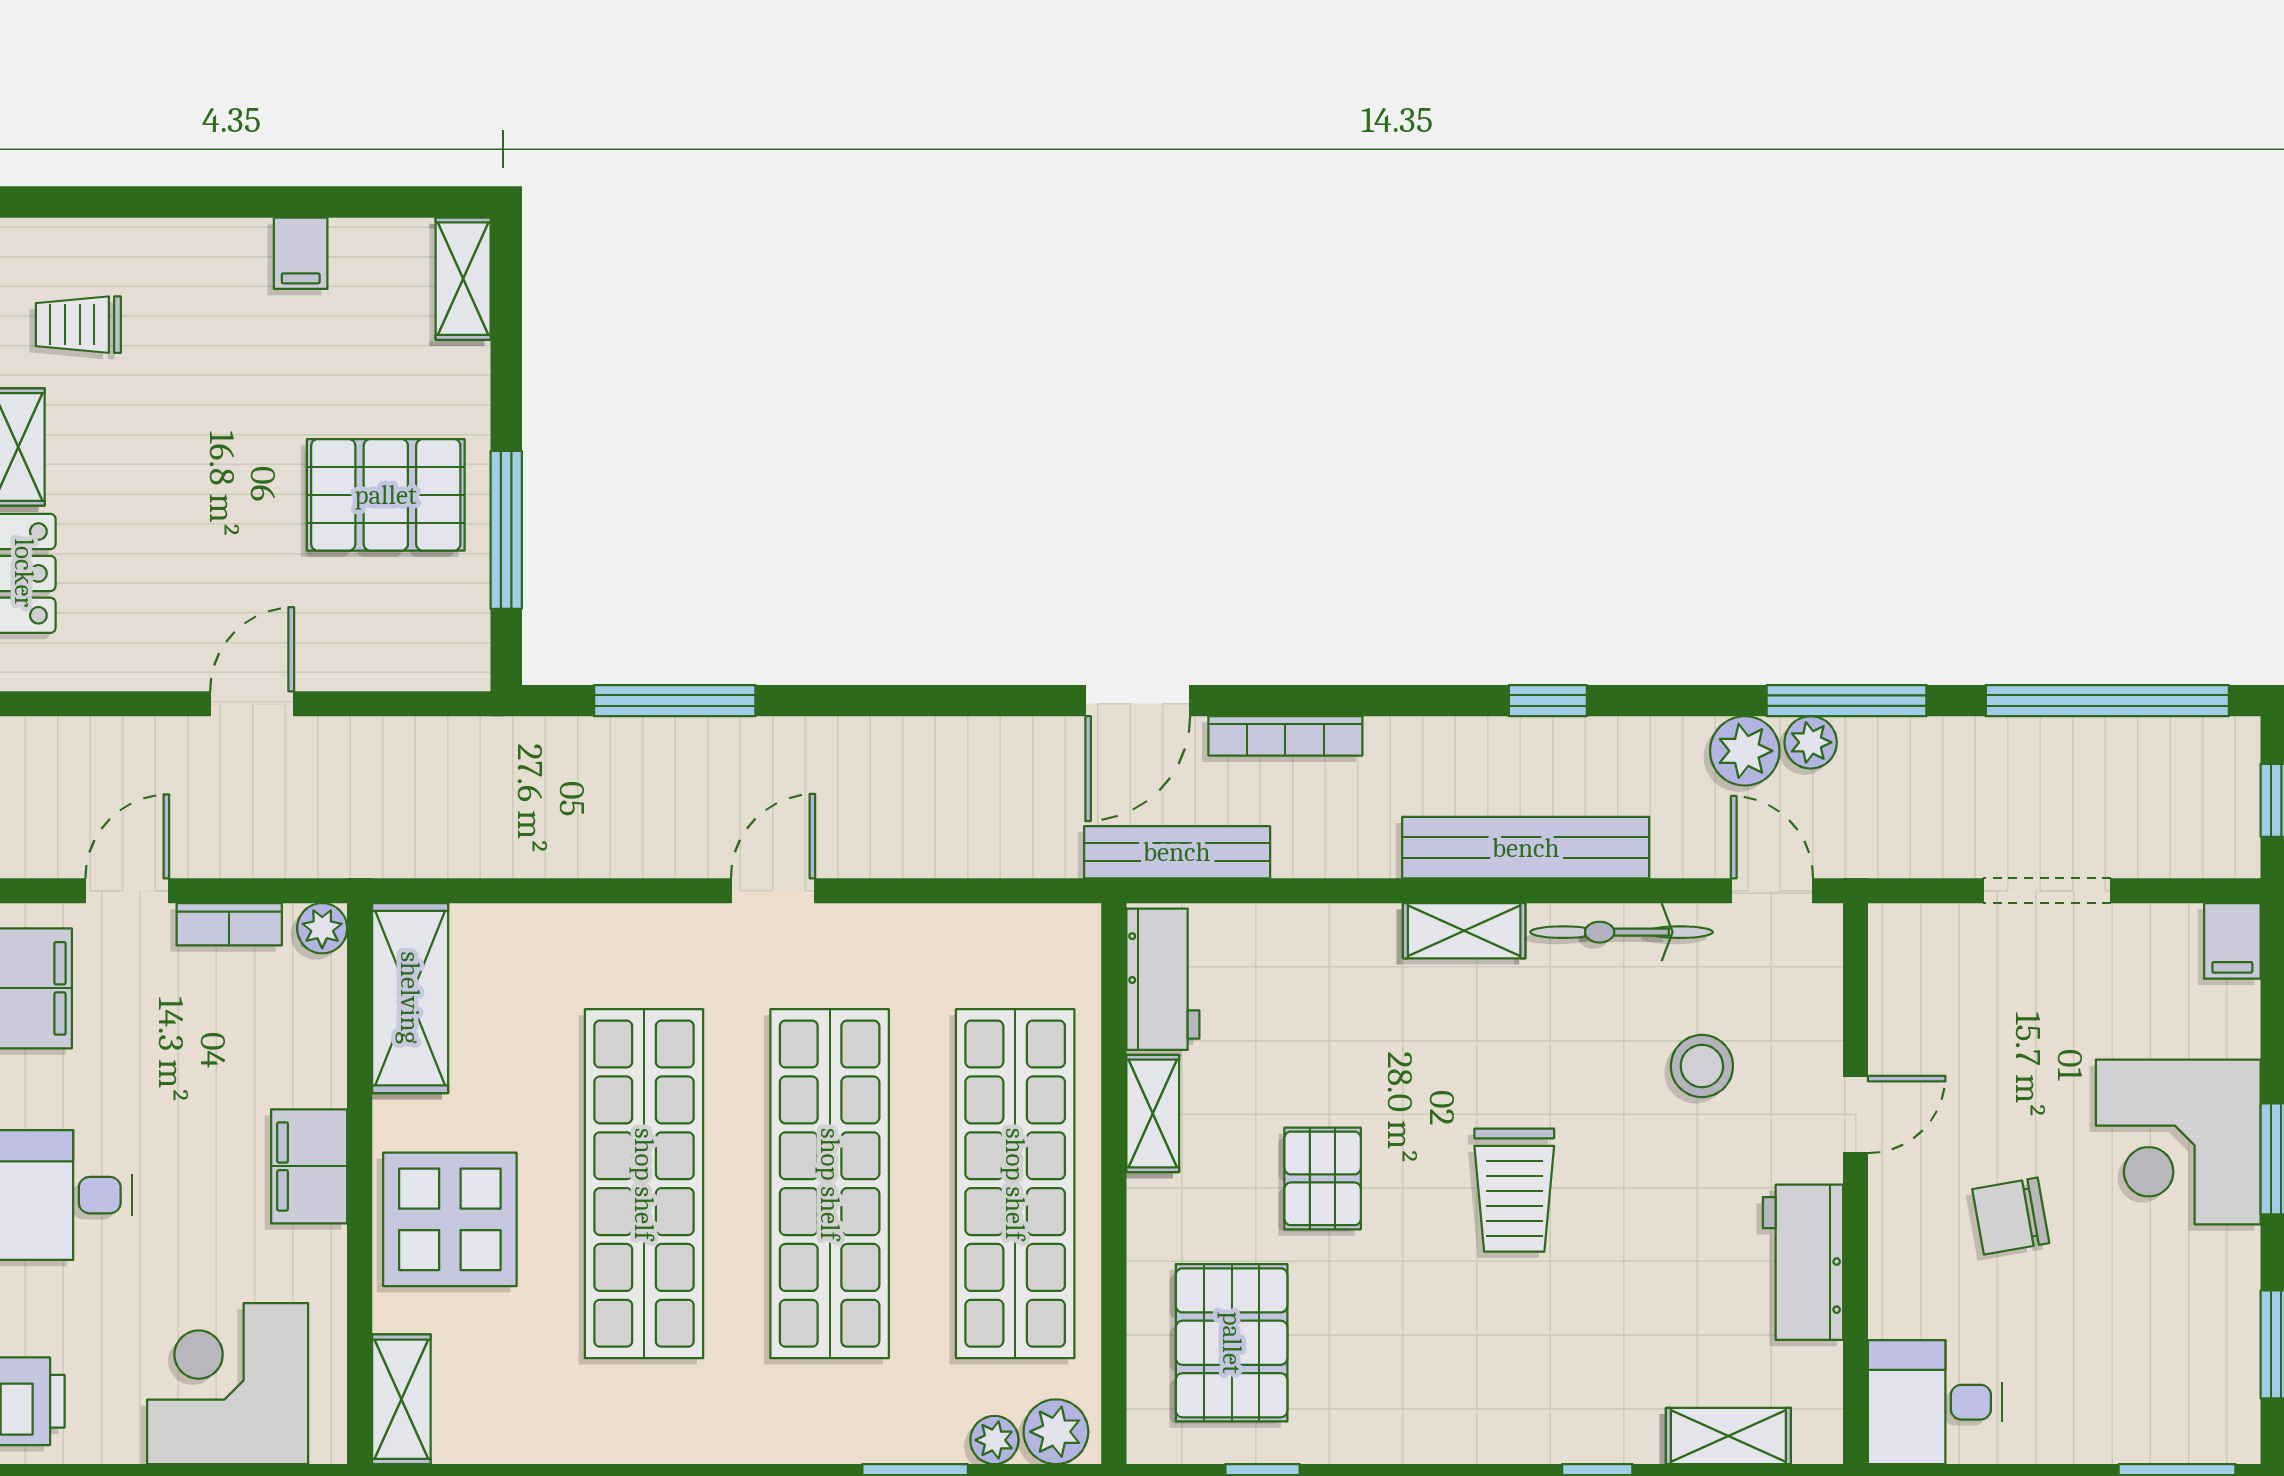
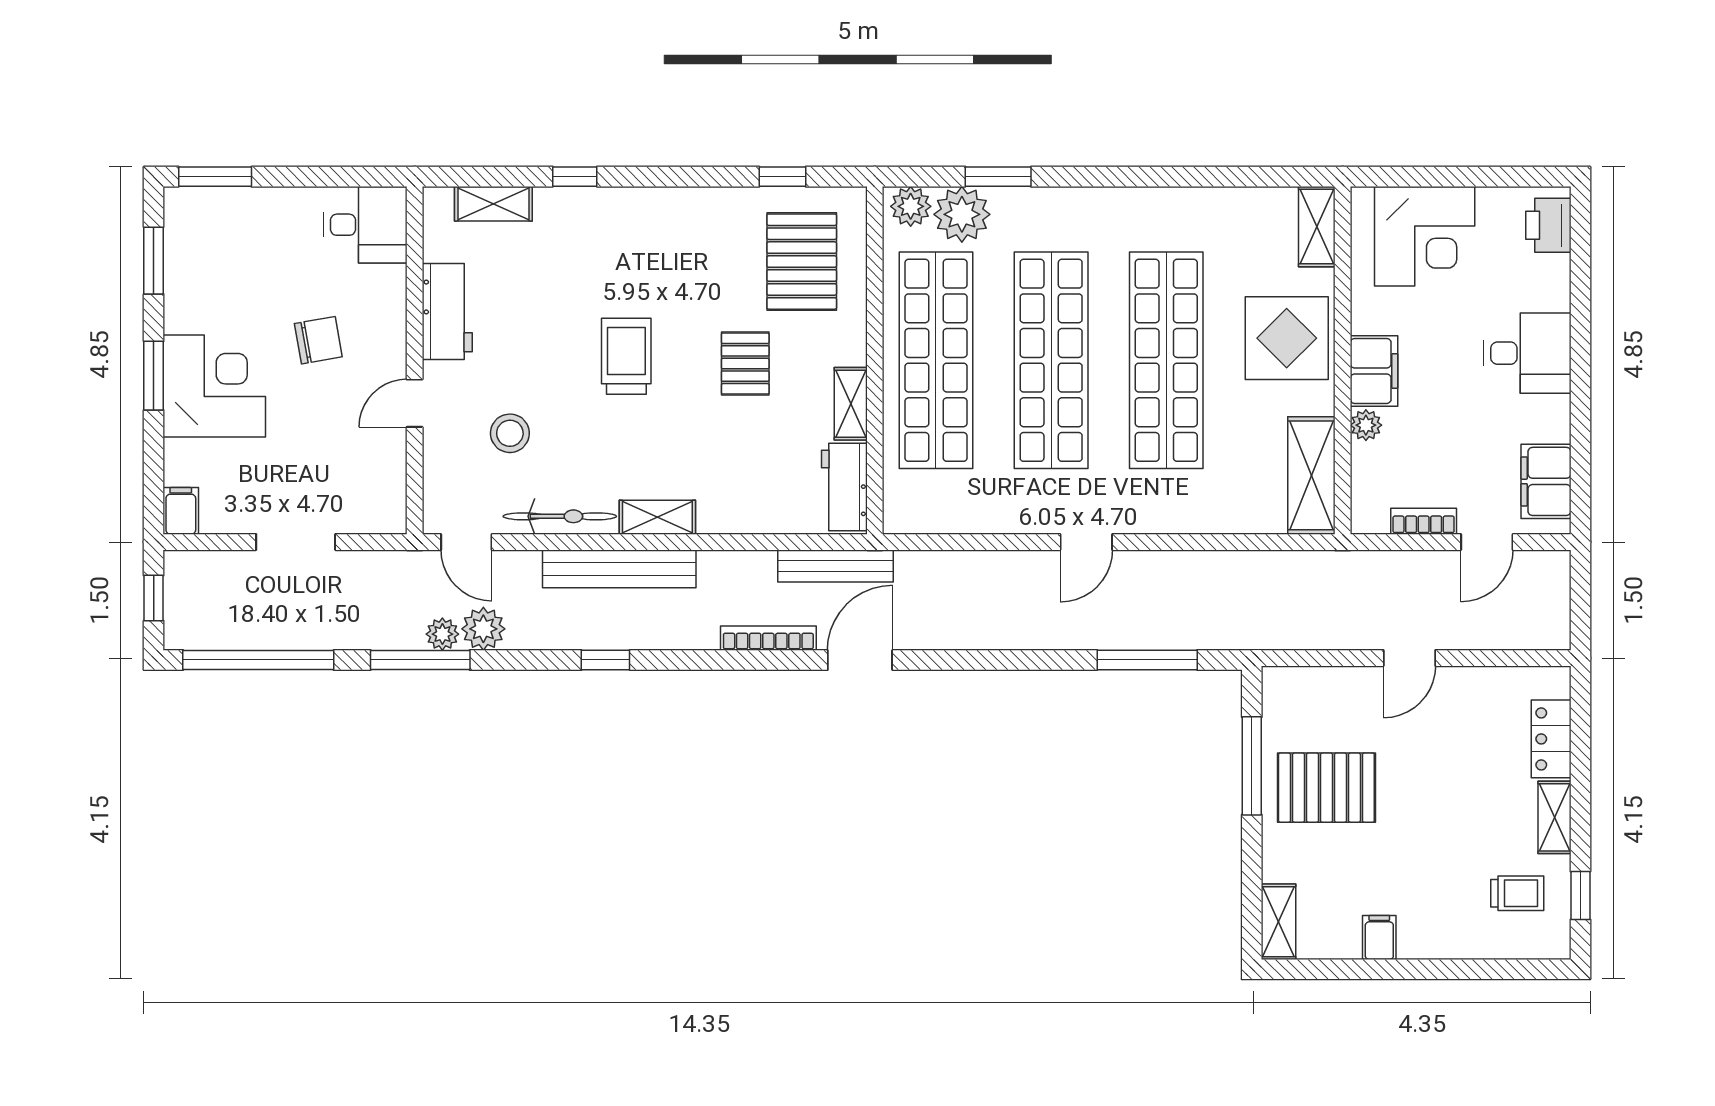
plant: (322, 928) -> (1366, 425), moved
plant: (994, 1440) -> (962, 214), width x1.88, depth x1.88

